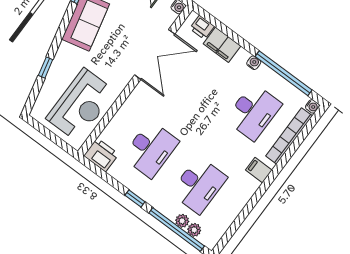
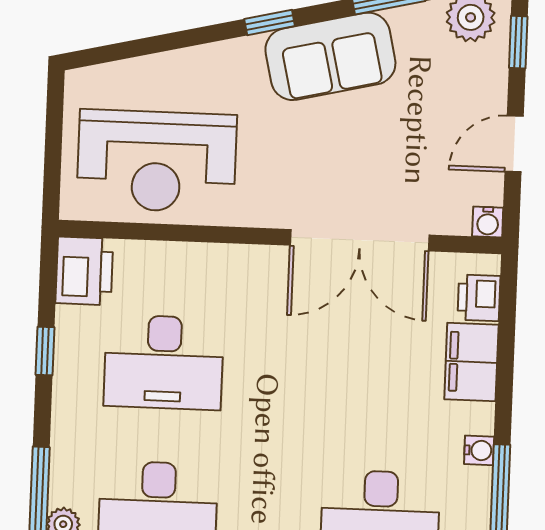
window: (46, 68) -> (270, 23), moved
window: (135, 198) -> (45, 351), moved

